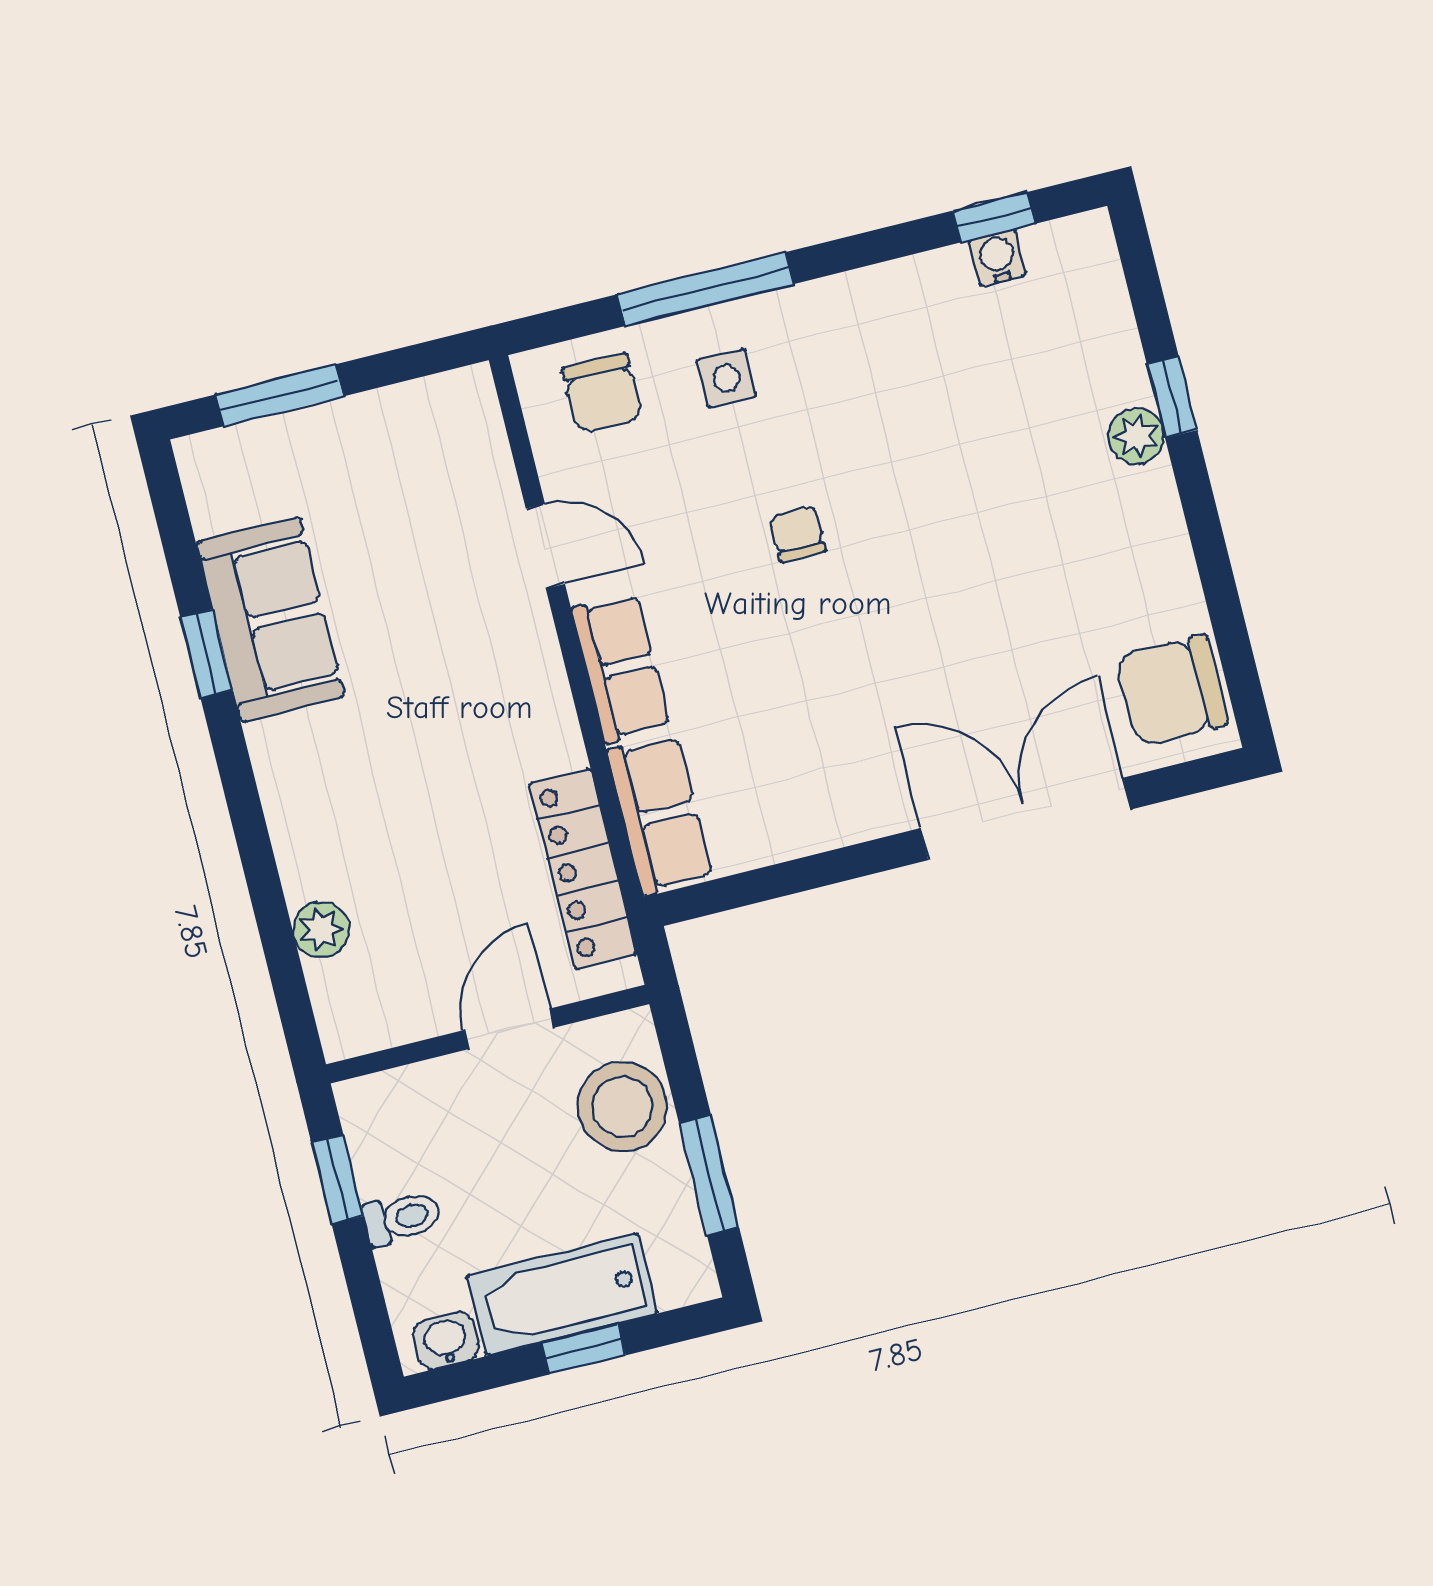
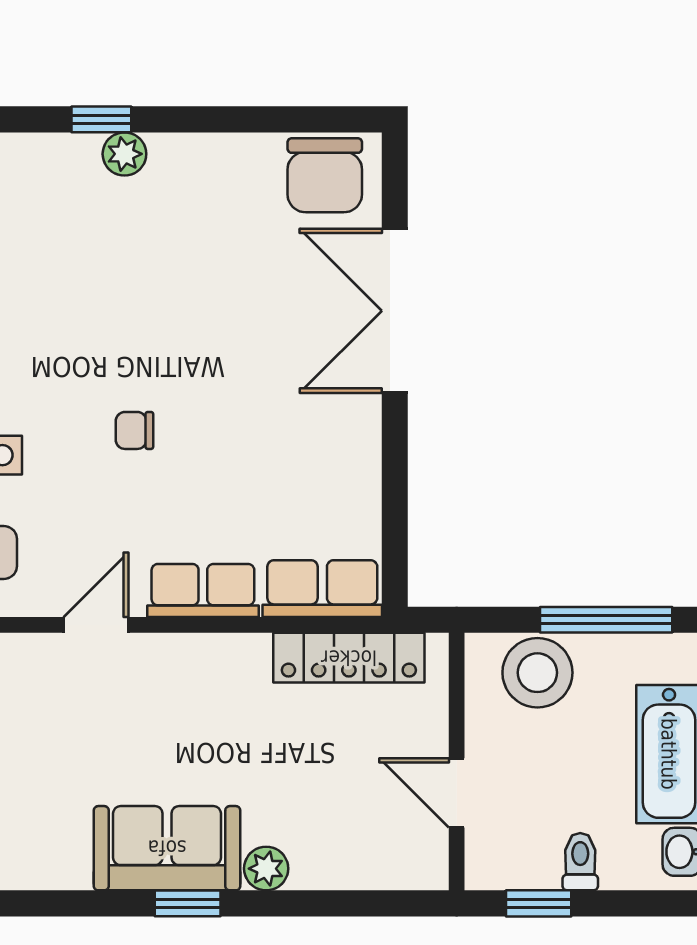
sofa: (270, 619) -> (167, 848), moved
window: (207, 654) -> (188, 903), moved
plant: (321, 930) -> (266, 869), moved
door: (509, 1029) -> (457, 793), moved
window: (709, 1175) -> (606, 620), width x1.44

